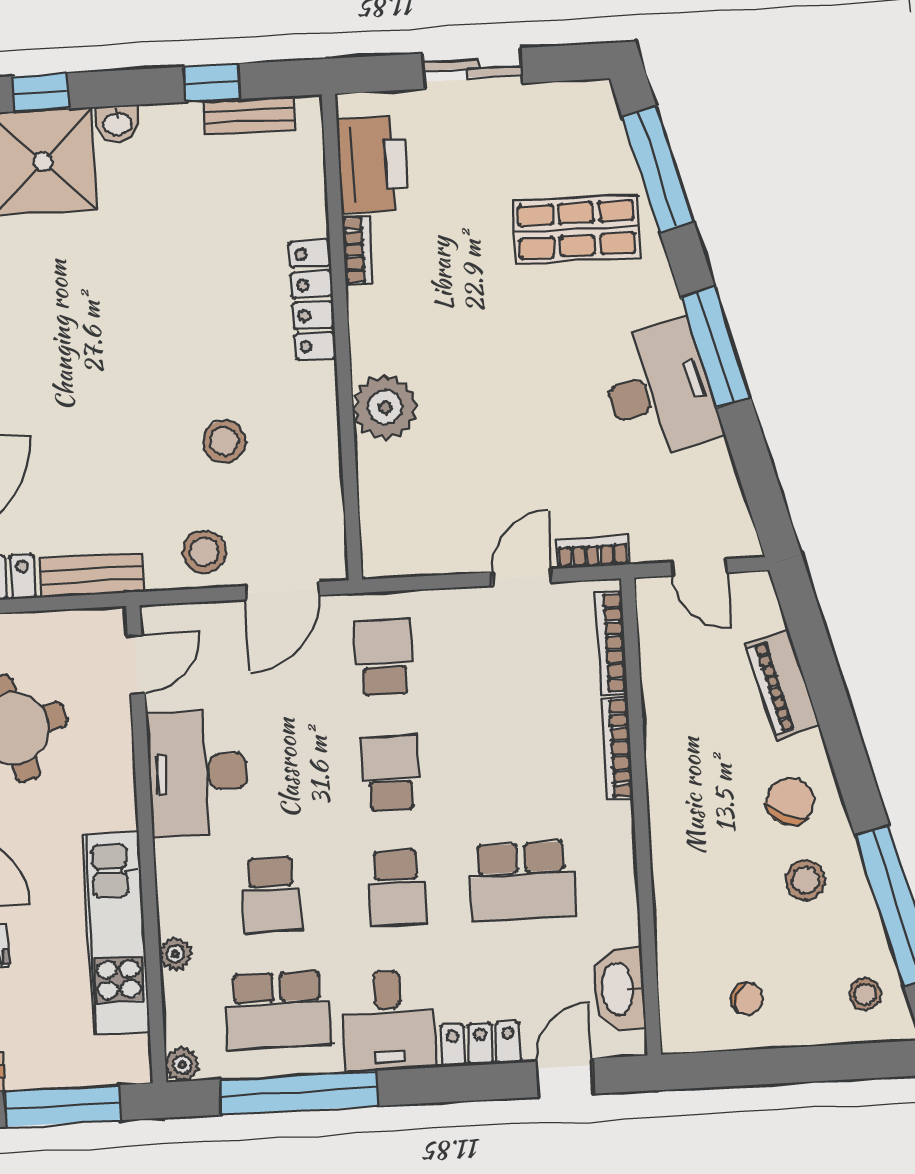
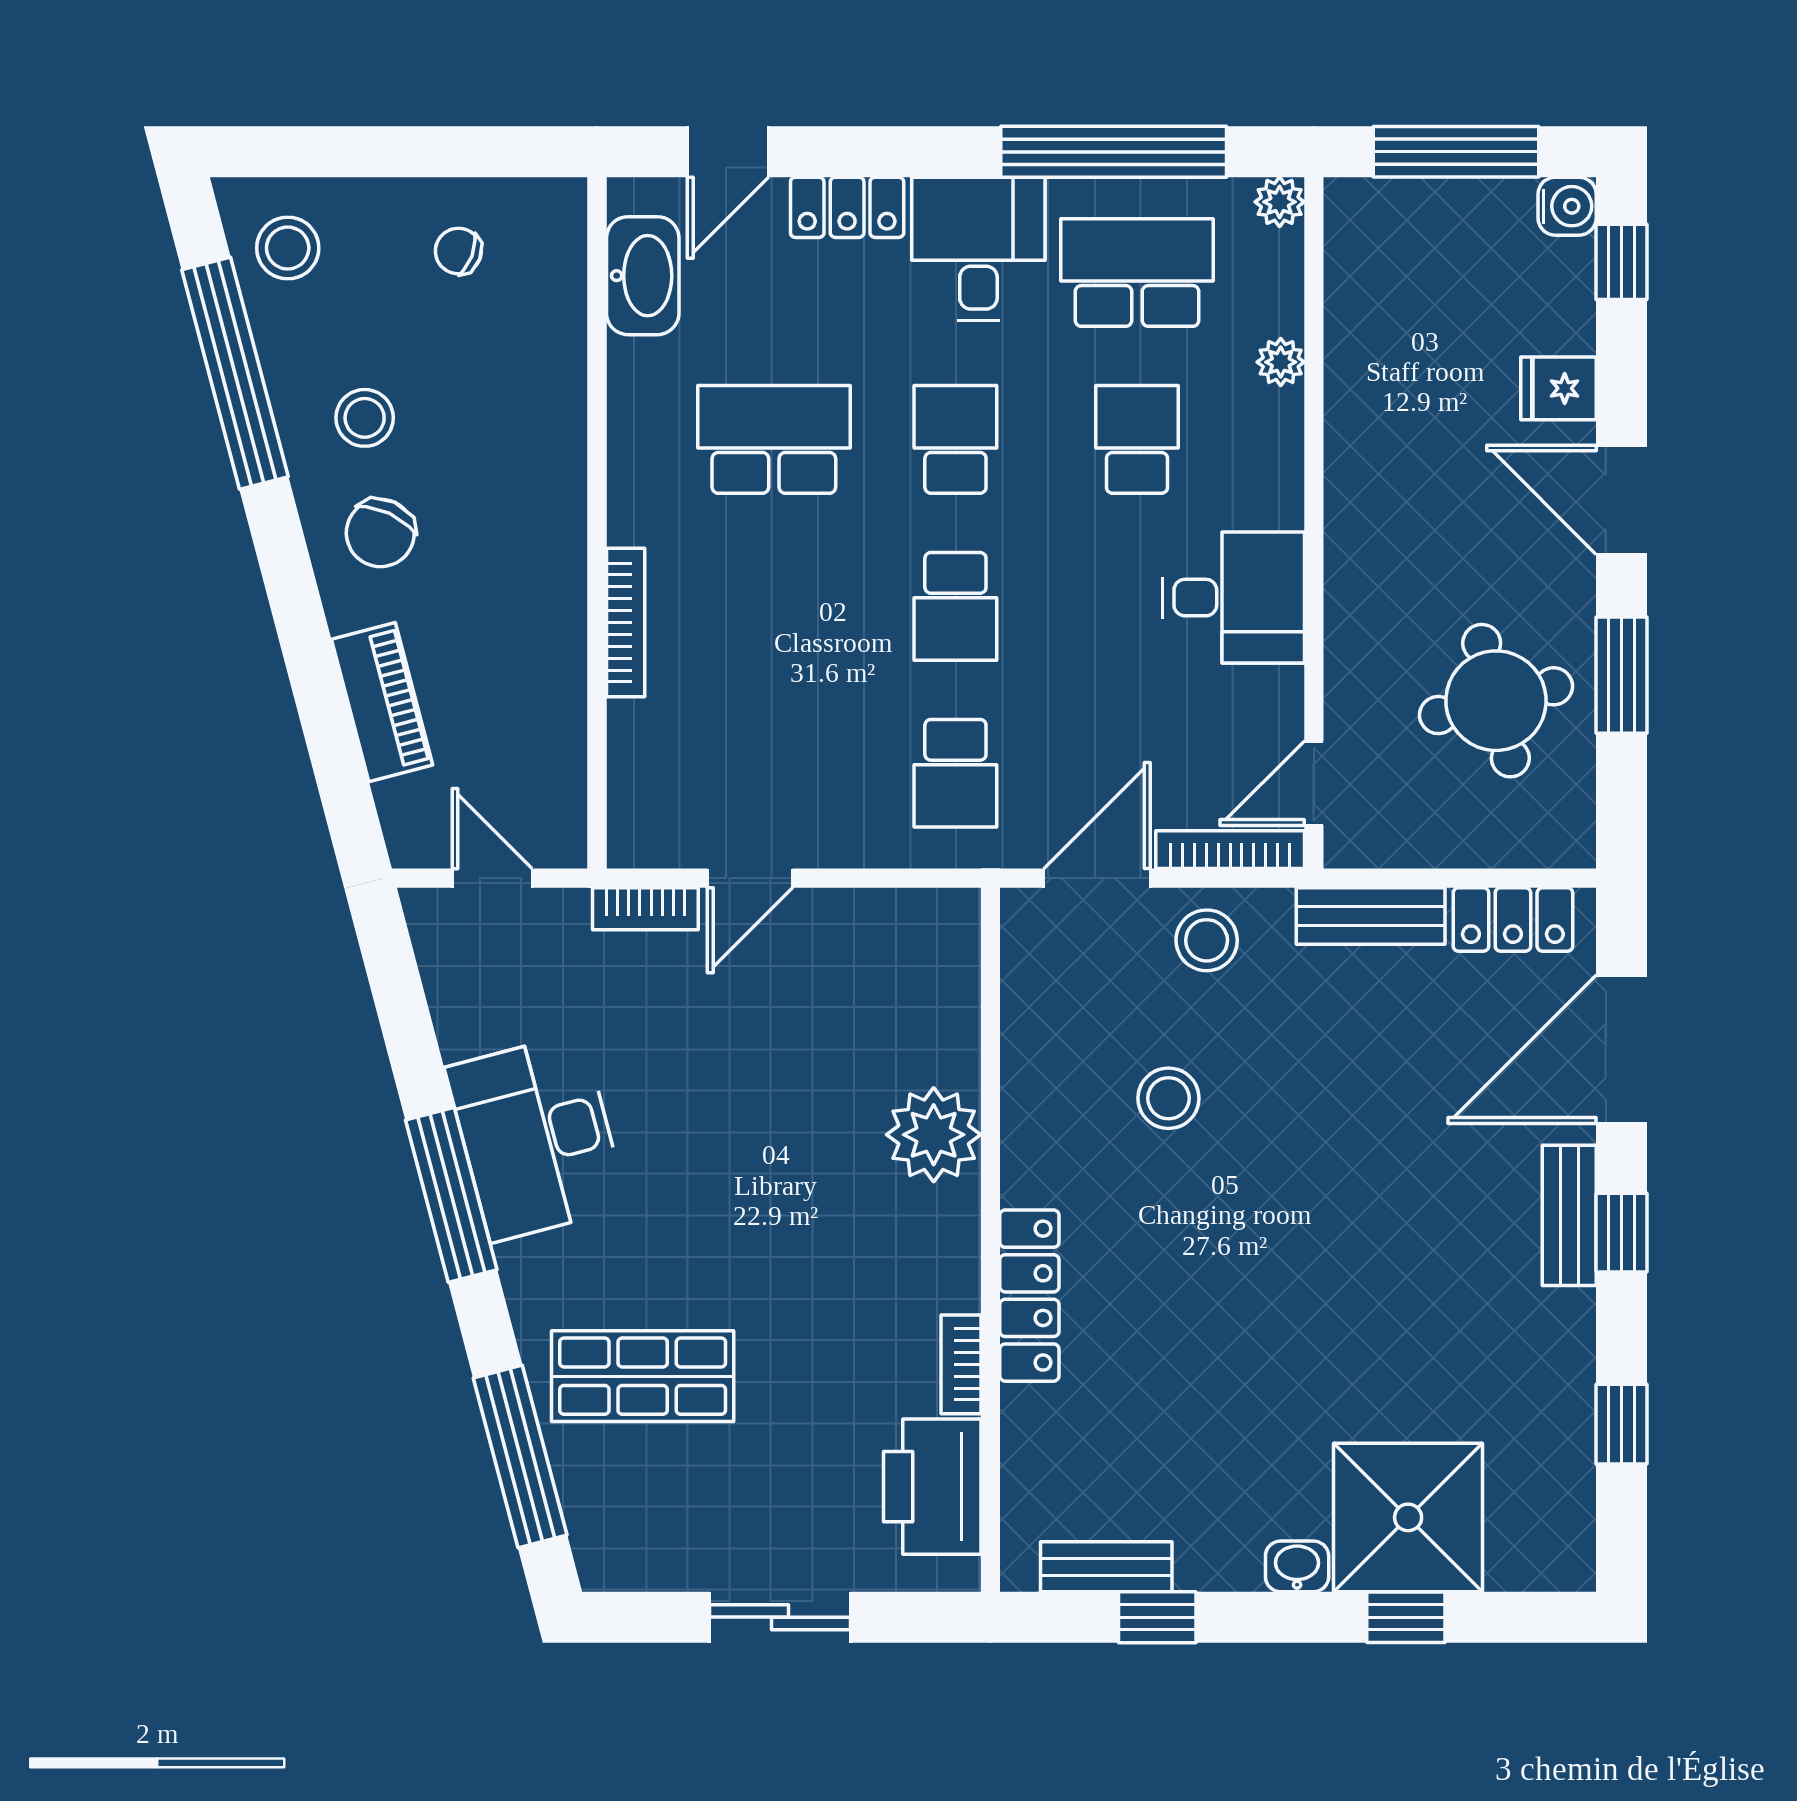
bookcase: (612, 643) -> (1230, 850), moved, turned -90
desk: (198, 773) -> (1234, 598), width x0.73
kitchen unit: (116, 933) -> (1364, 397), removed
stool: (865, 994) -> (288, 248), width x1.37, depth x1.37

